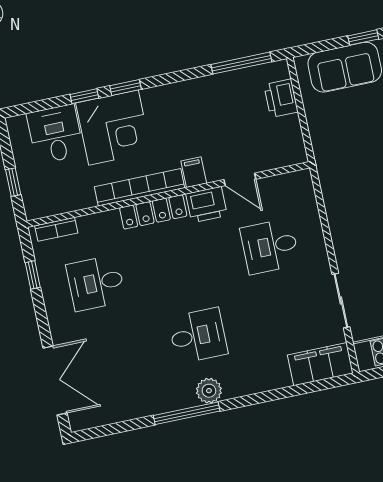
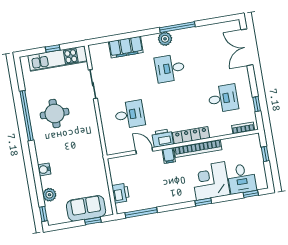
window: (363, 37) -> (93, 221), moved
window: (84, 96) -> (251, 194), moved
filing cabinet: (320, 364) -> (126, 47), moved

